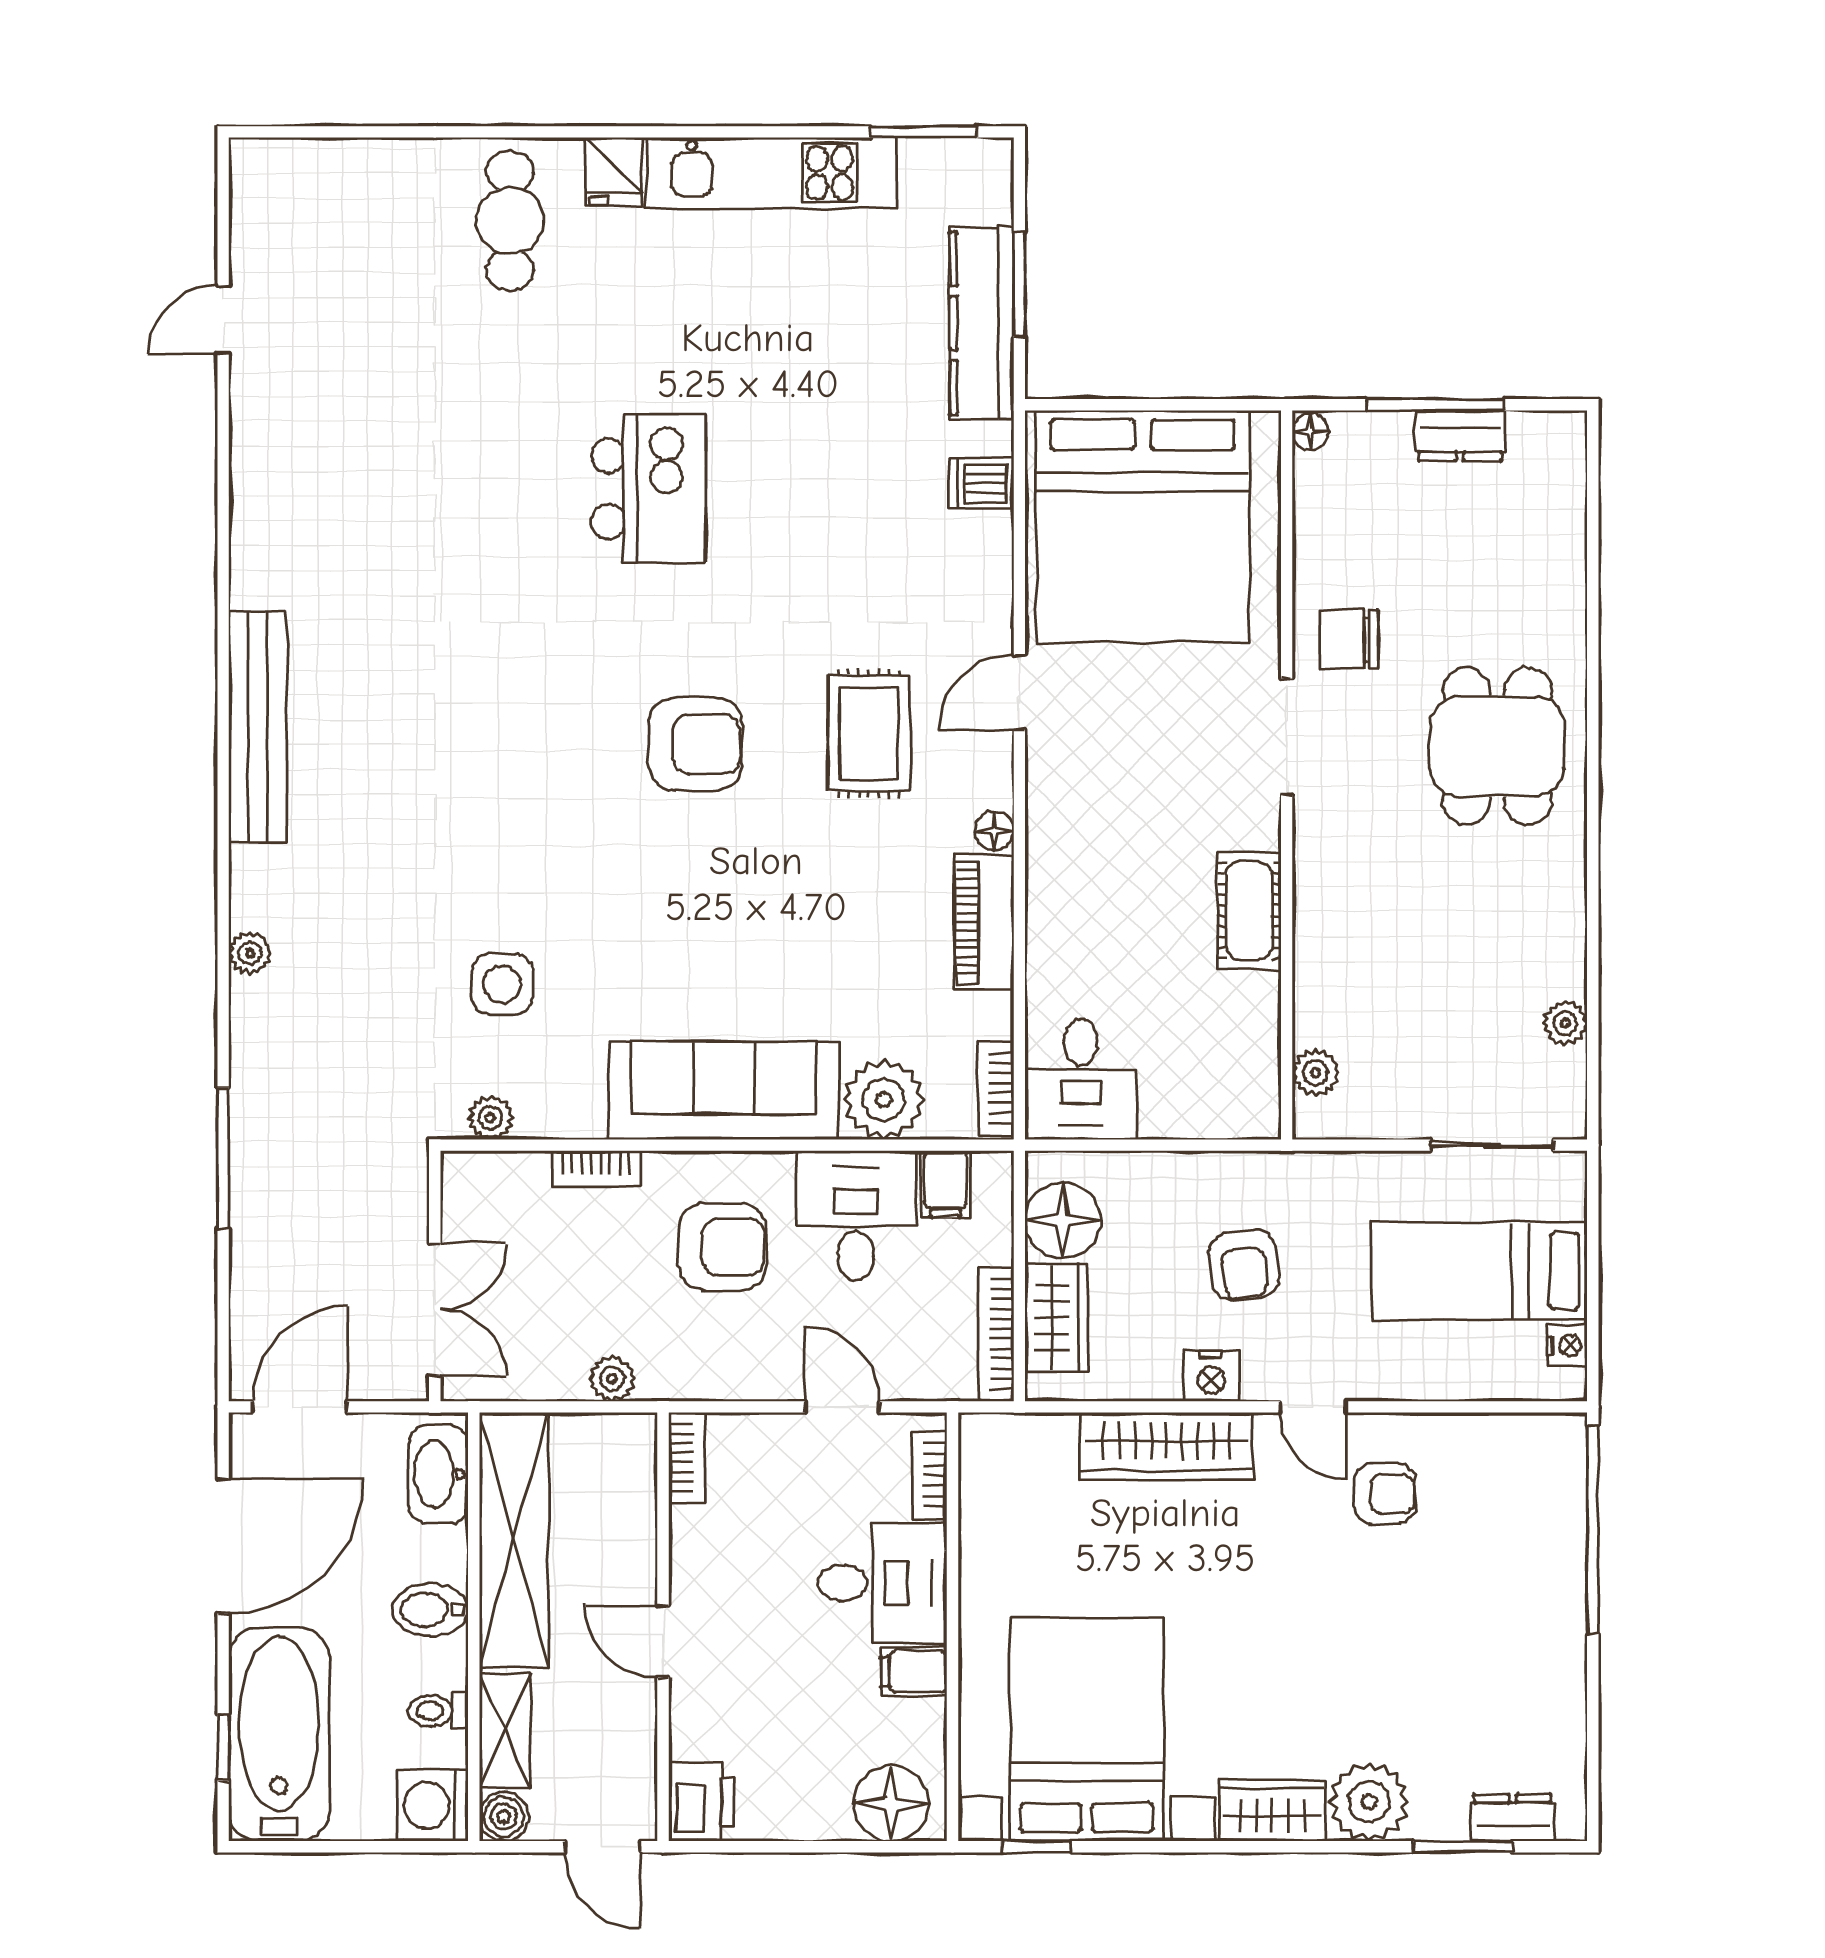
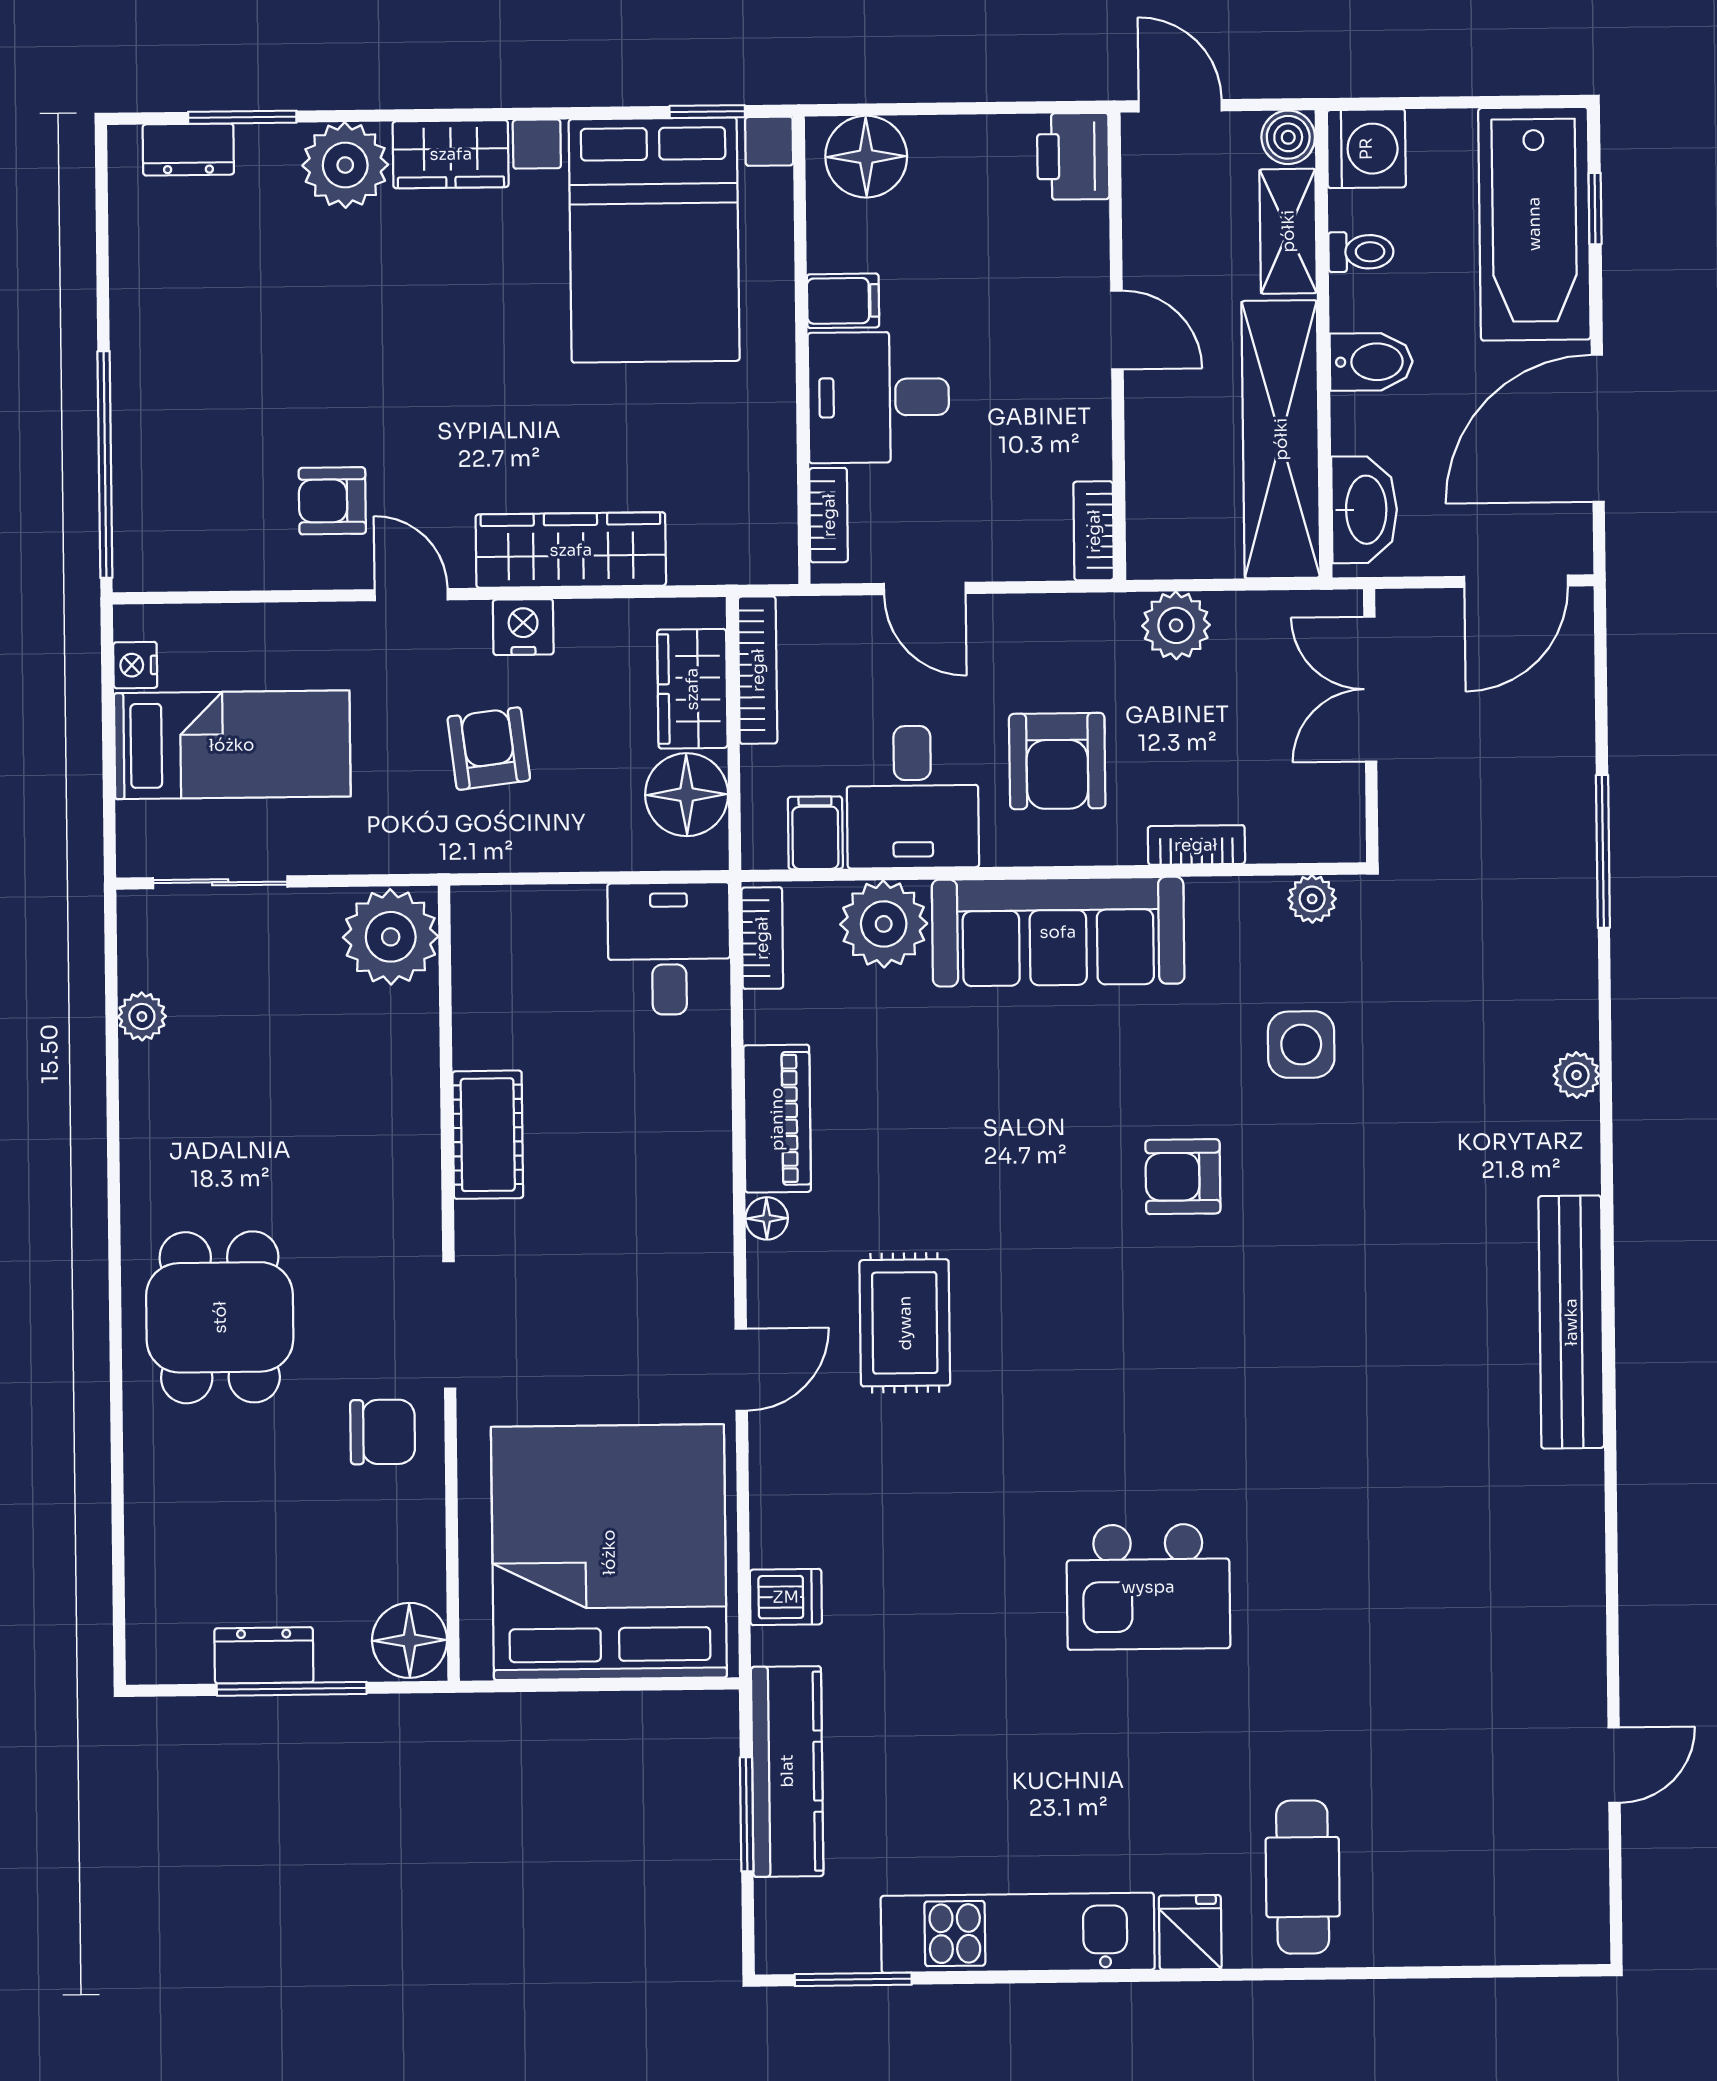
floor lamp: (1310, 432) -> (410, 1640), width x1.89, depth x1.89
kitchen island: (648, 489) -> (1148, 1587), turned -90
armchair: (695, 744) -> (1183, 1177), moved, width x0.72, depth x0.72
plant: (1316, 1073) -> (391, 937), width x1.87, depth x1.87
armchair: (723, 1247) -> (1057, 761), turned -90
plant: (612, 1379) -> (1176, 625), width x1.38, depth x1.38

